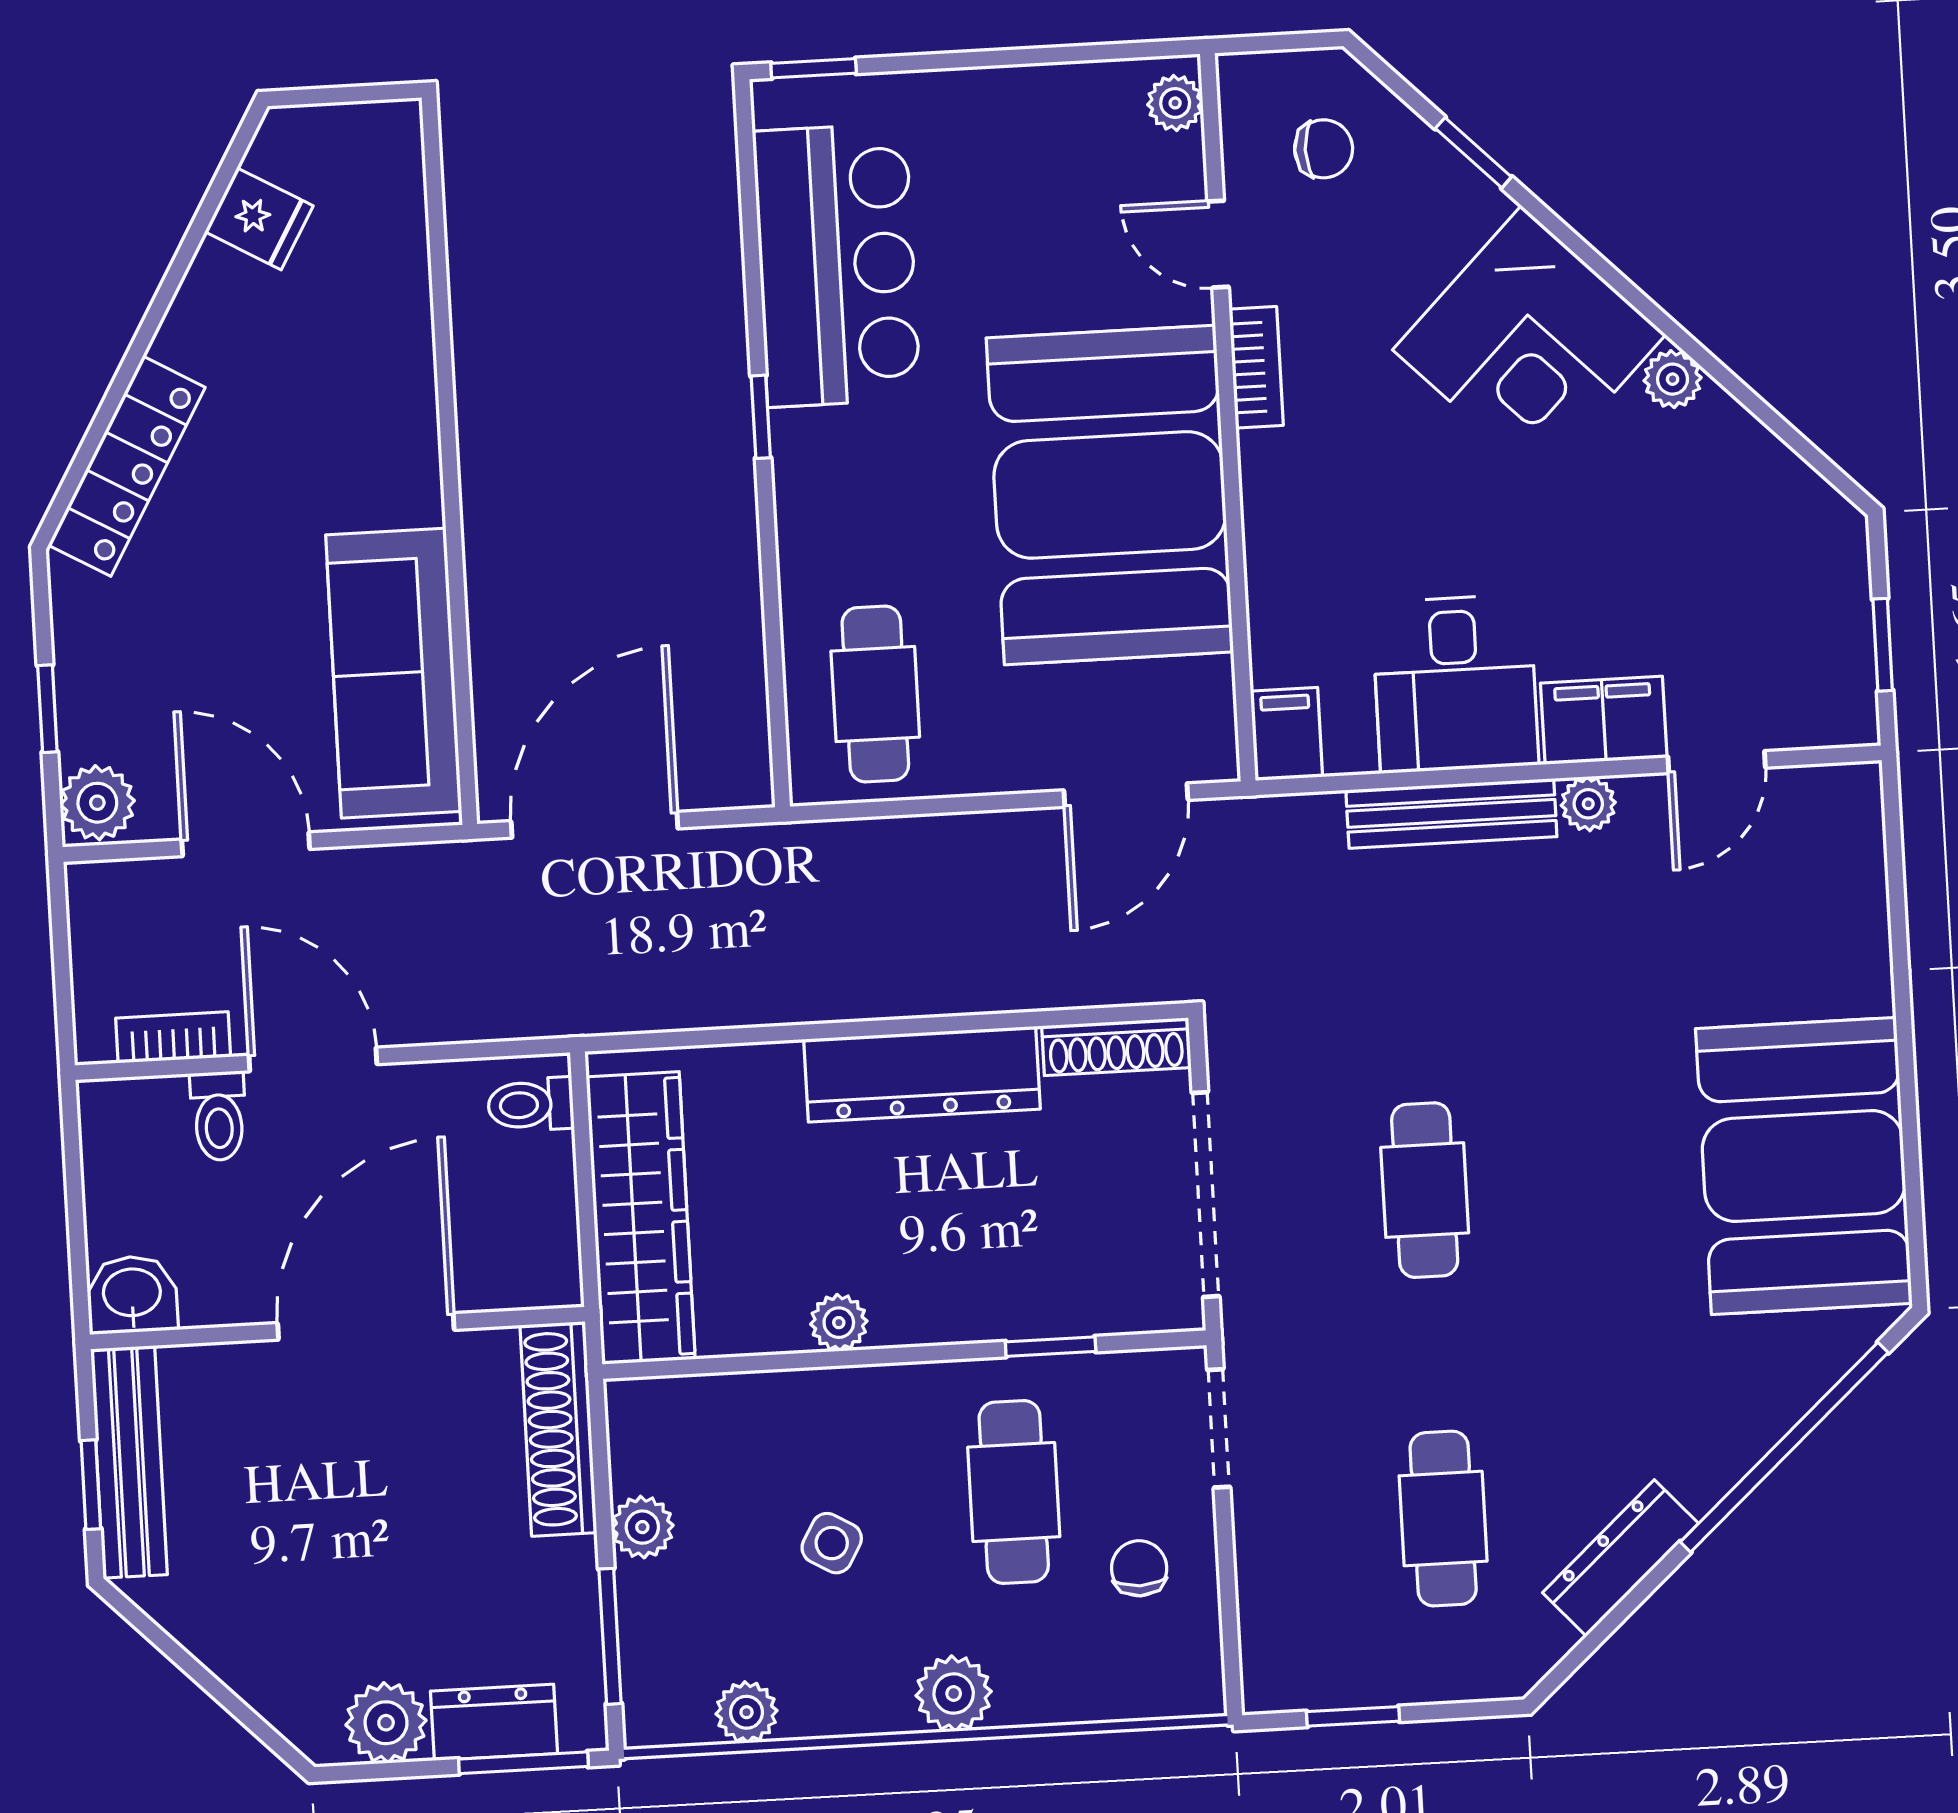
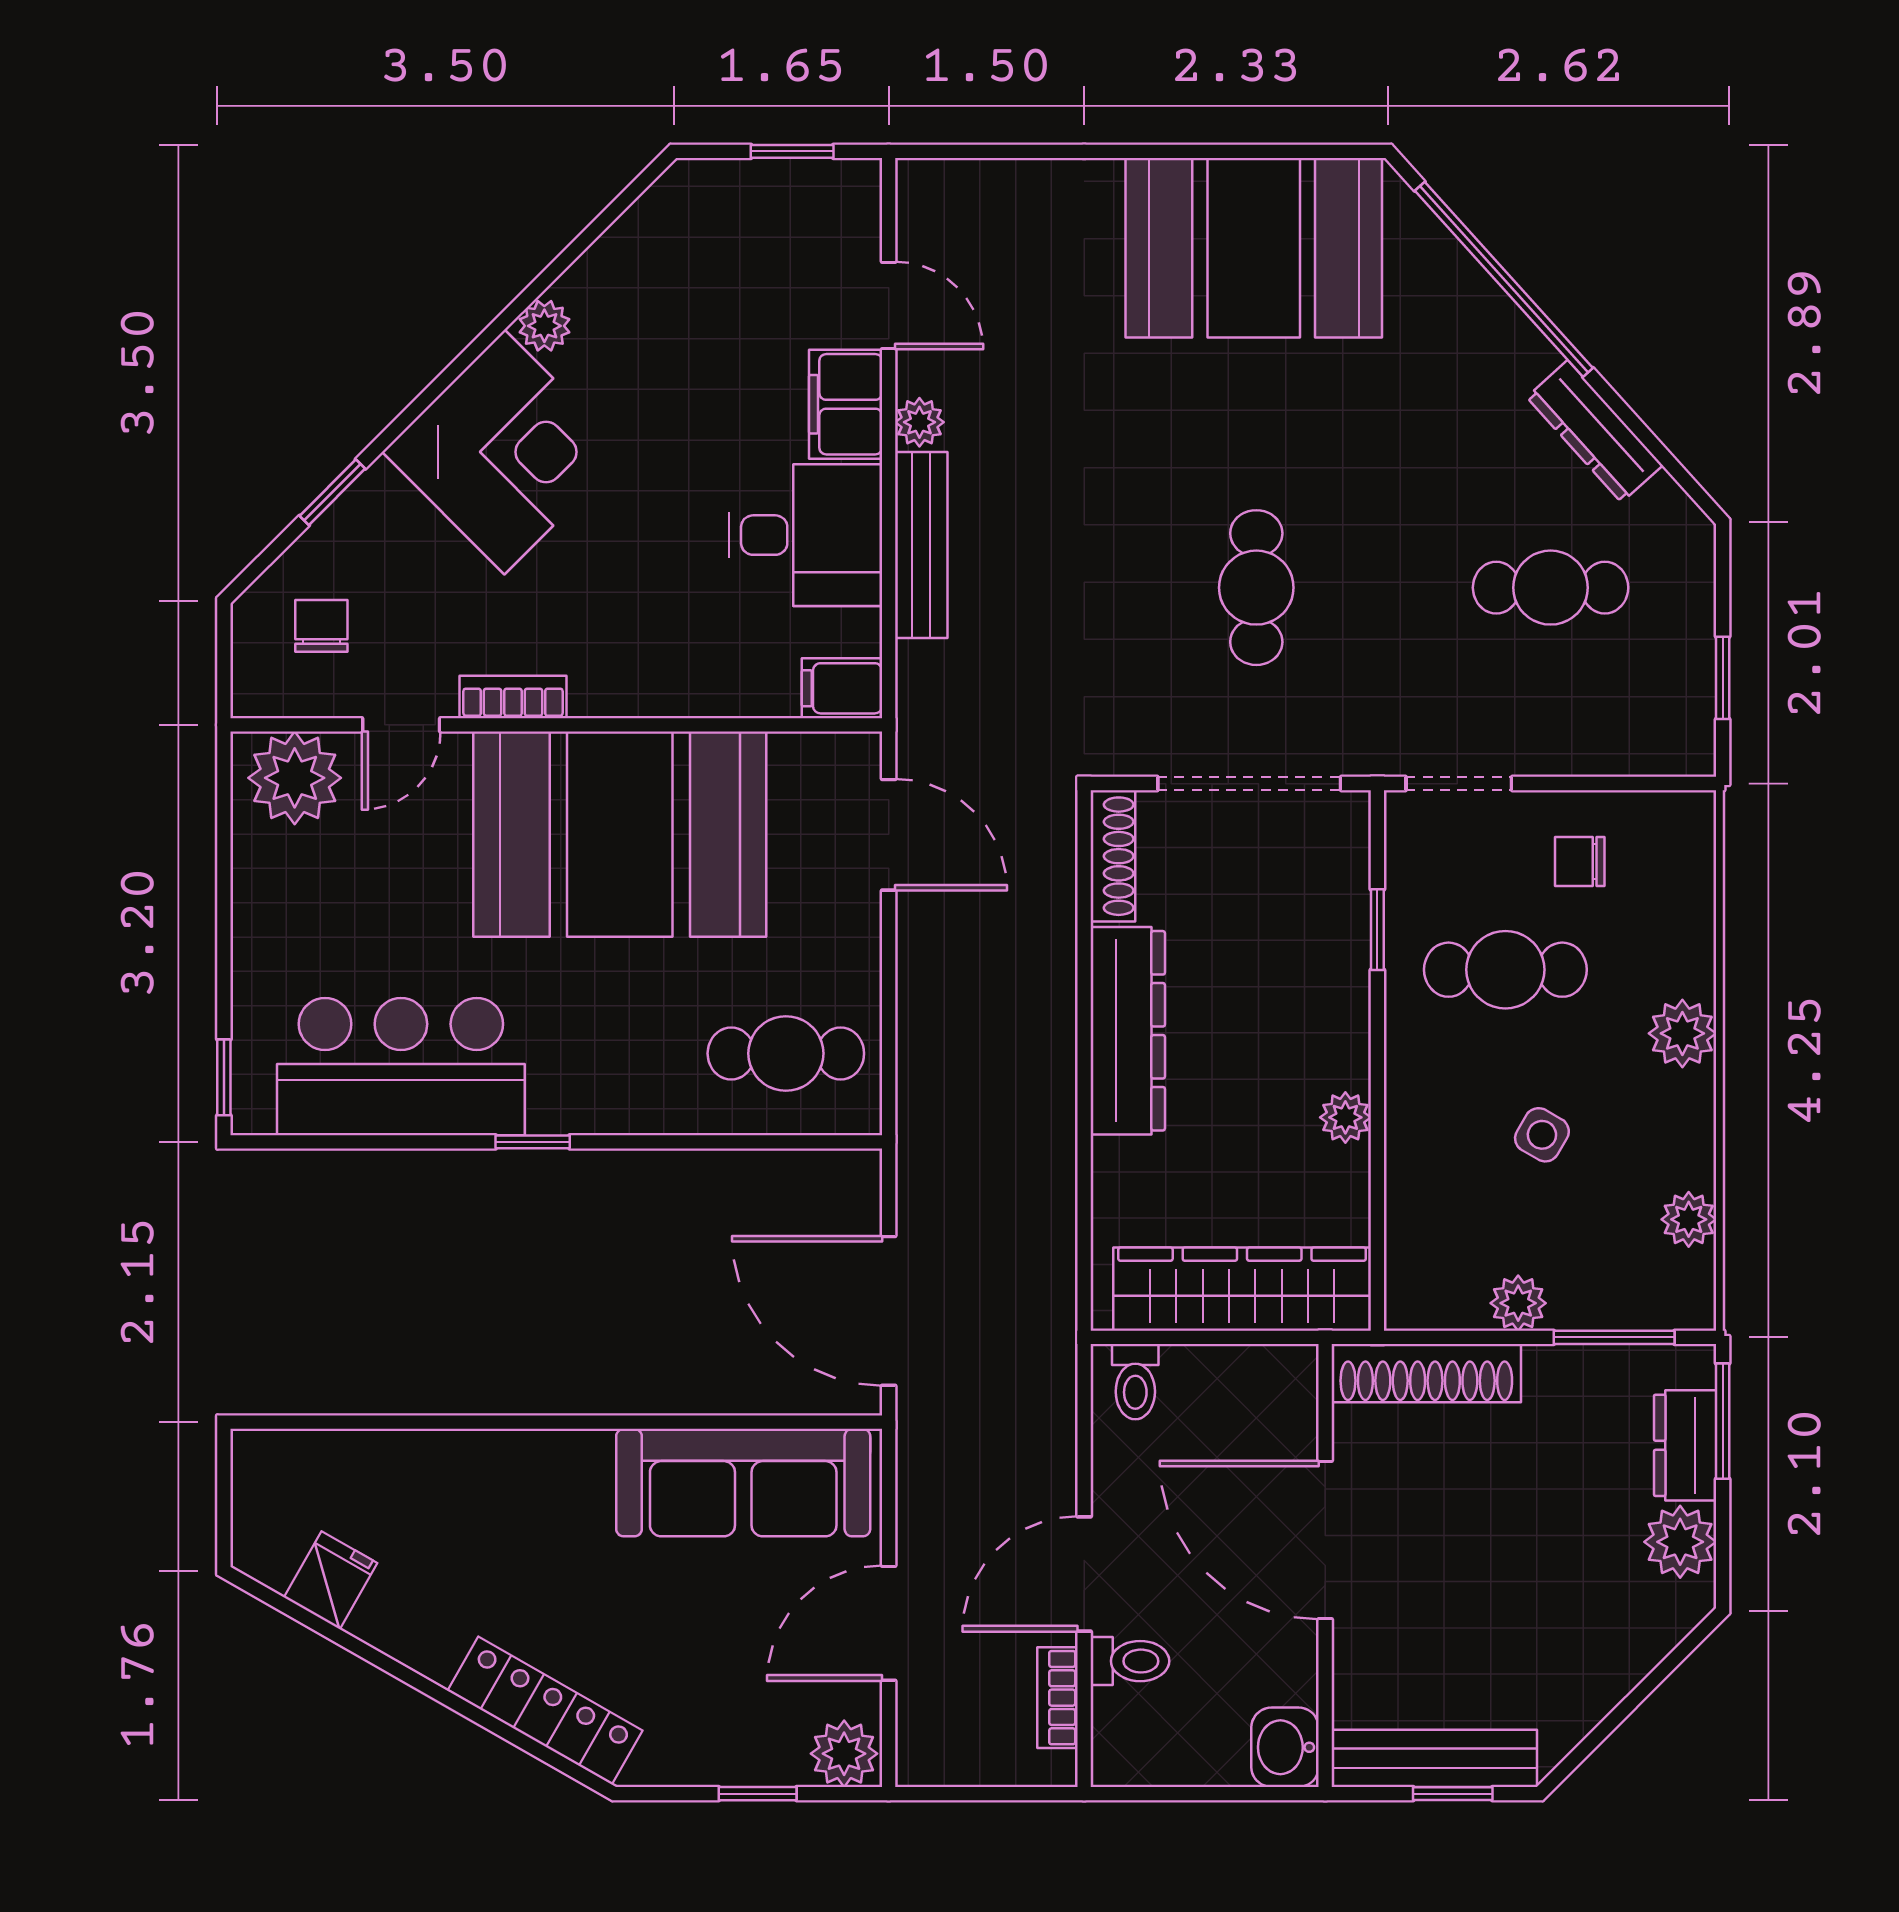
plant: (1175, 103) -> (295, 778), width x1.88, depth x1.88
cafe table: (1425, 1190) -> (1256, 588), turned 90

